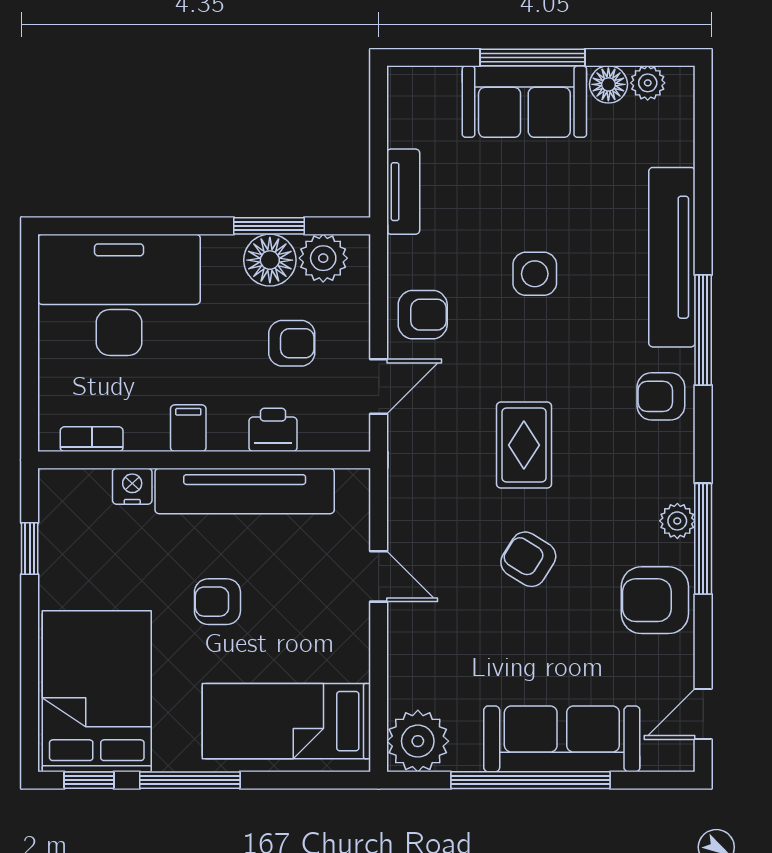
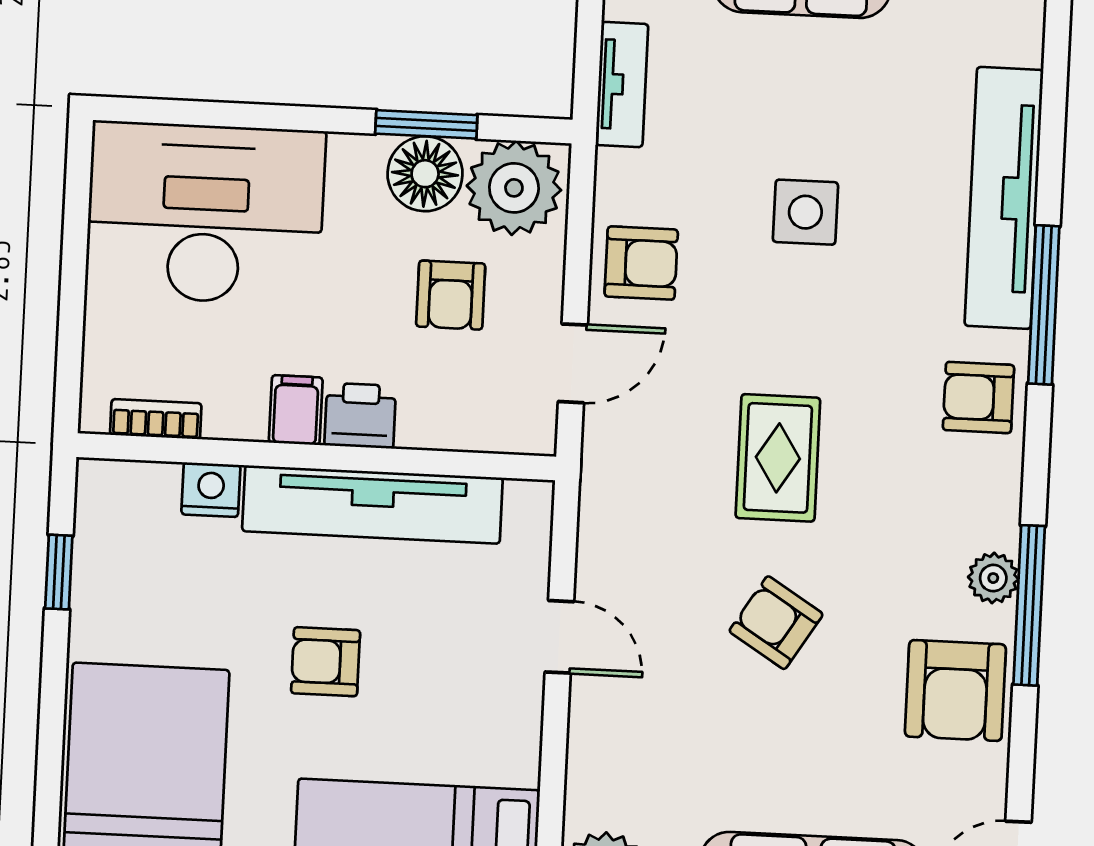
plant: (323, 258) -> (514, 188), width x1.36, depth x1.36
armchair: (292, 343) -> (451, 295), turned 90
printer: (273, 430) -> (360, 416), moved
armchair: (655, 600) -> (955, 690), turned -90

